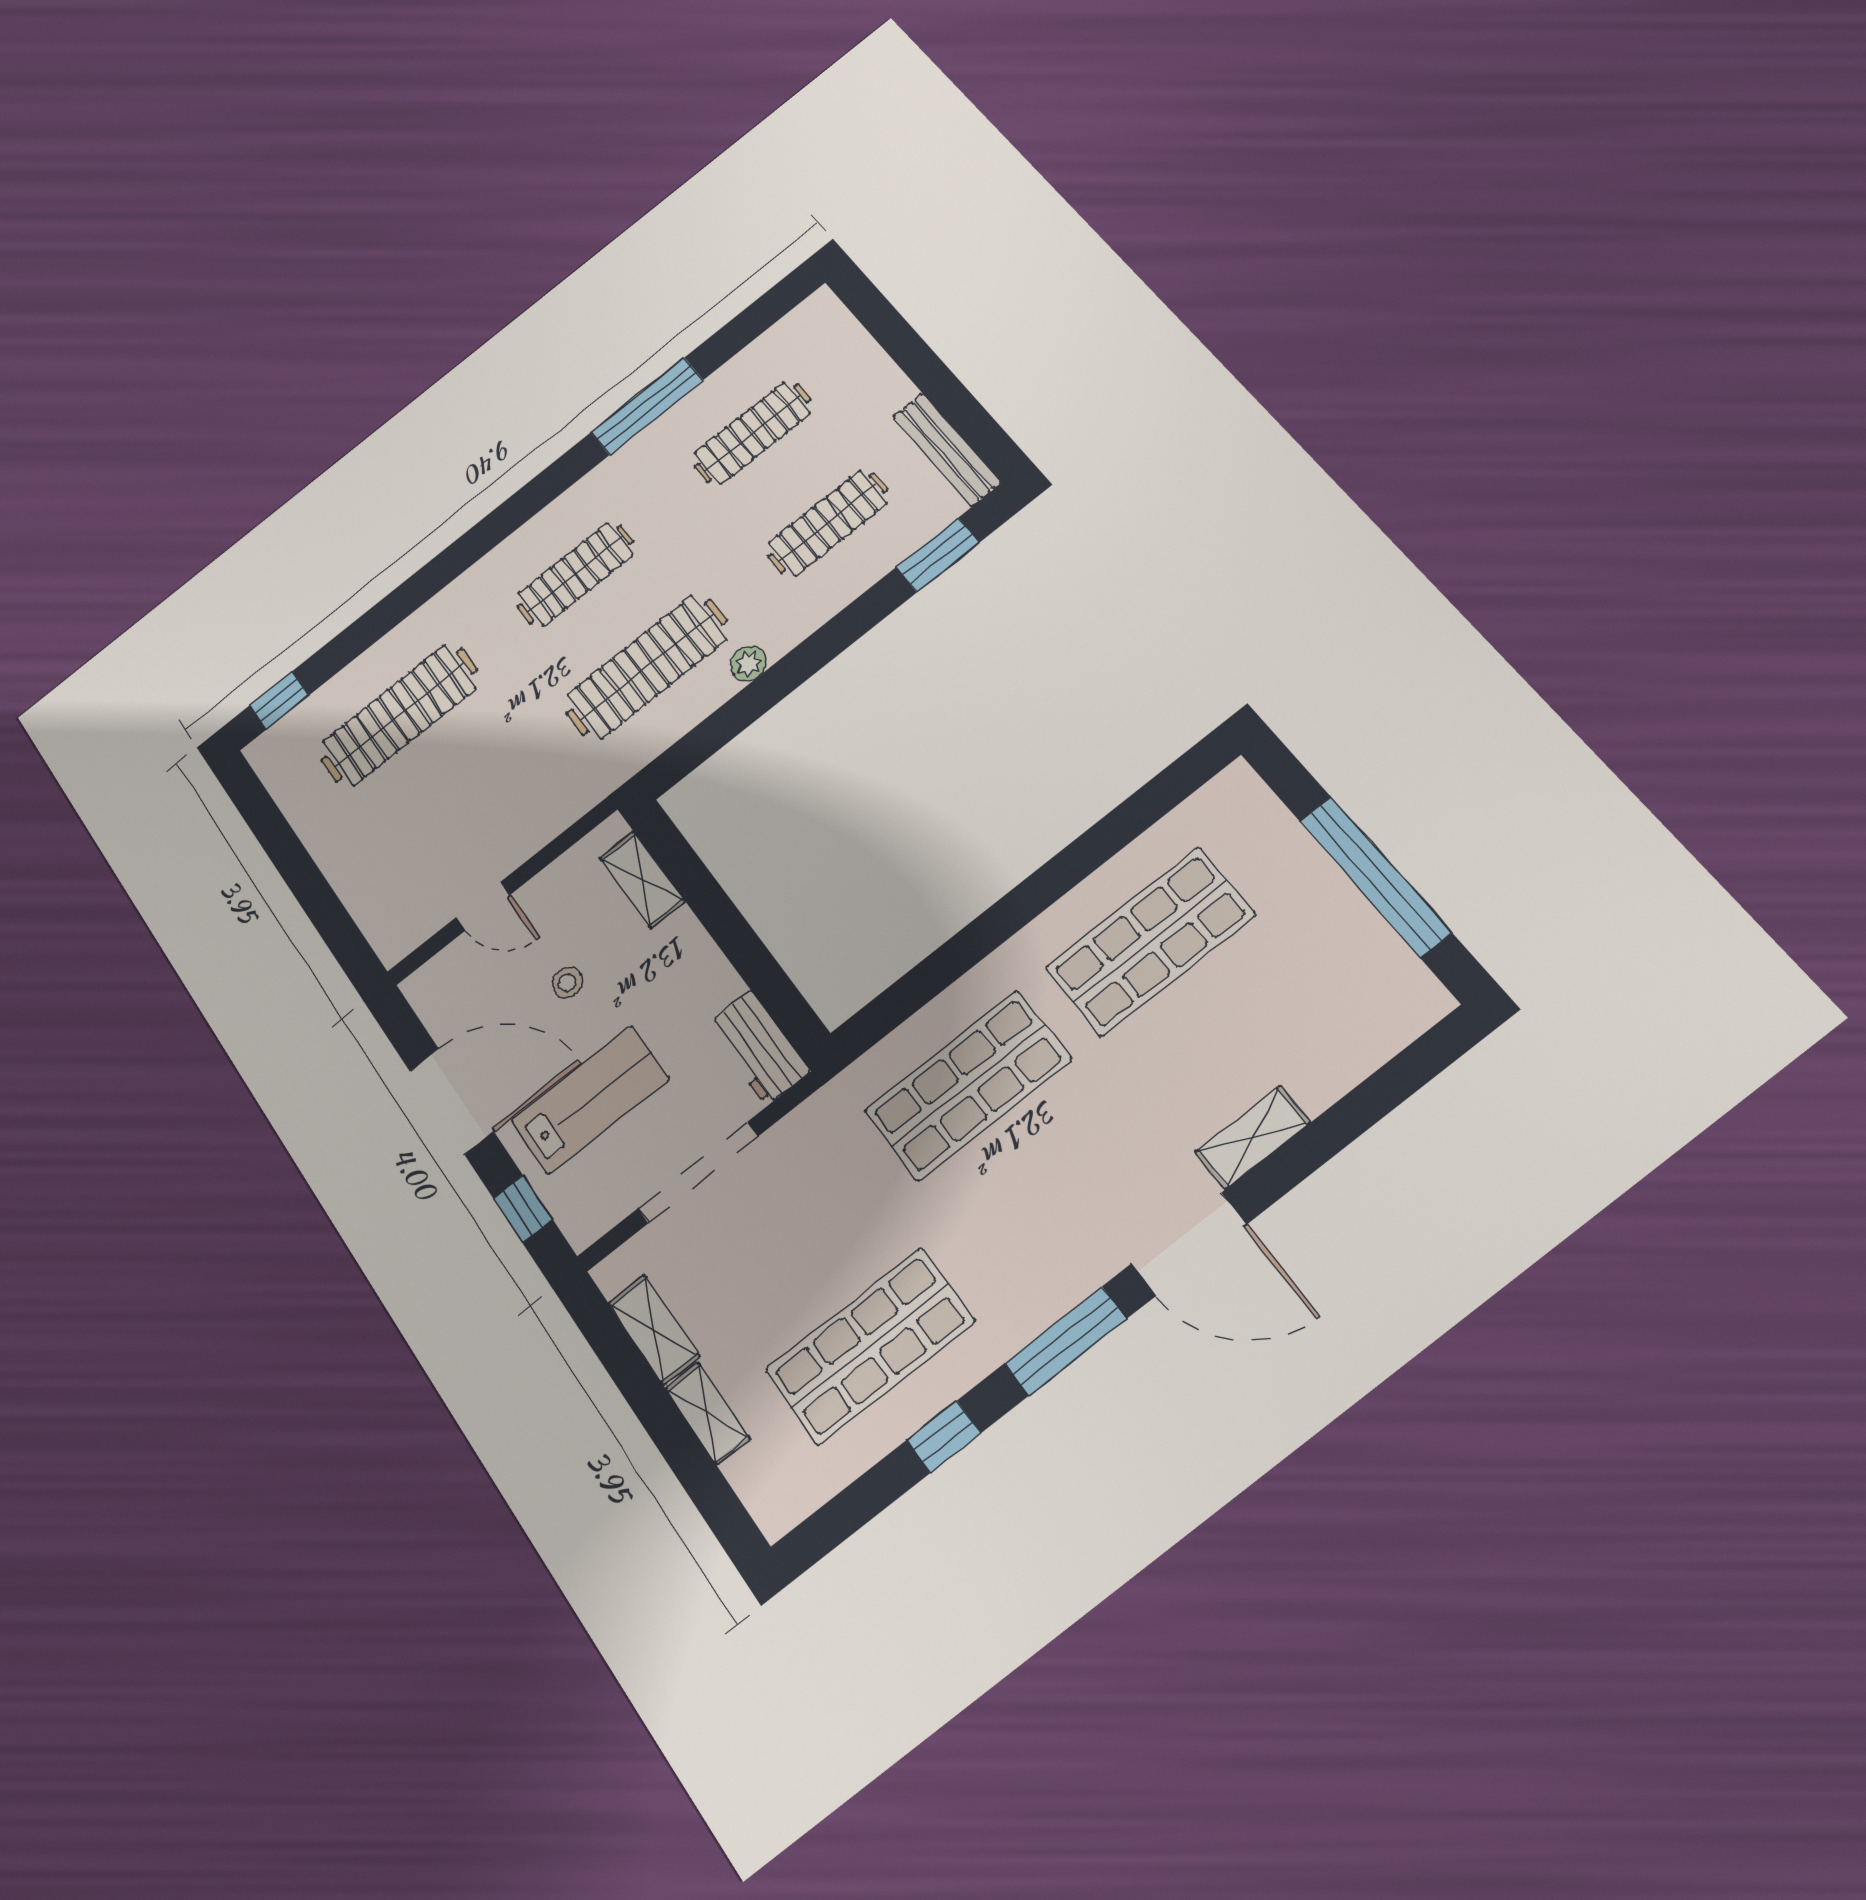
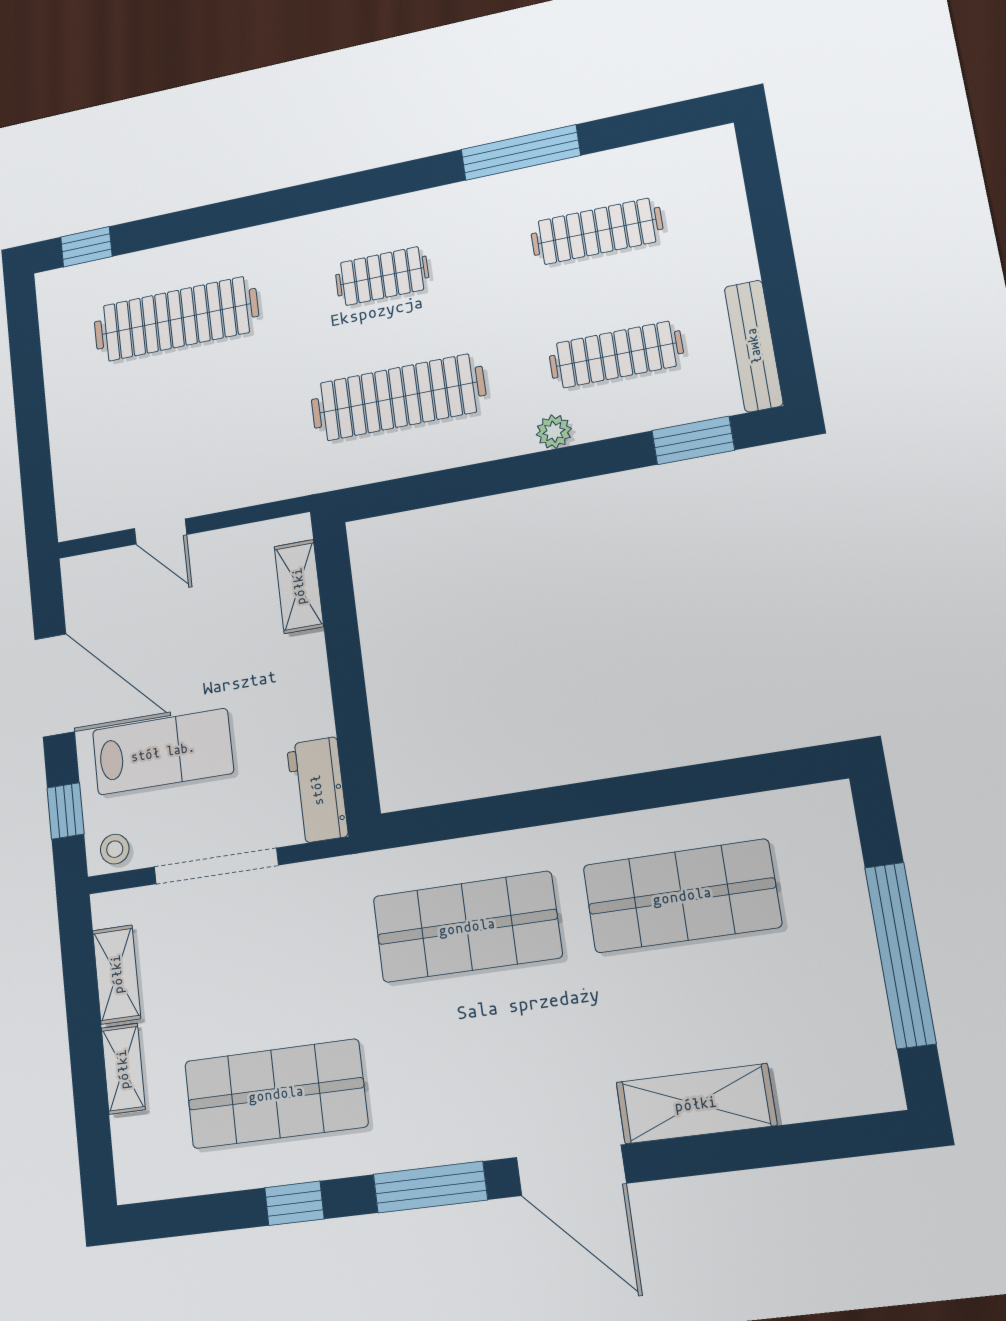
clothes rail: (575, 574) -> (382, 276), width x0.73
plant: (749, 663) -> (554, 432), moved
stool: (567, 983) -> (115, 849), moved
shelving: (1253, 1137) -> (696, 1104), width x1.50, depth x1.33

